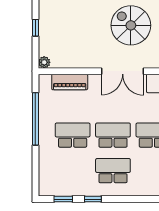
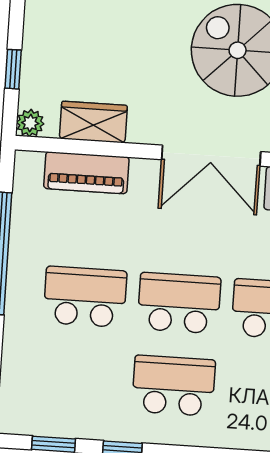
window: (35, 28) -> (13, 69), moved
wardrobe: (71, 60) -> (93, 122), added

